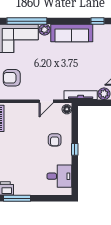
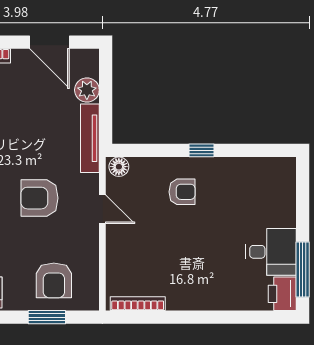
armchair: (52, 71) -> (40, 198), added
desk: (59, 176) -> (271, 252), moved, turned 90

